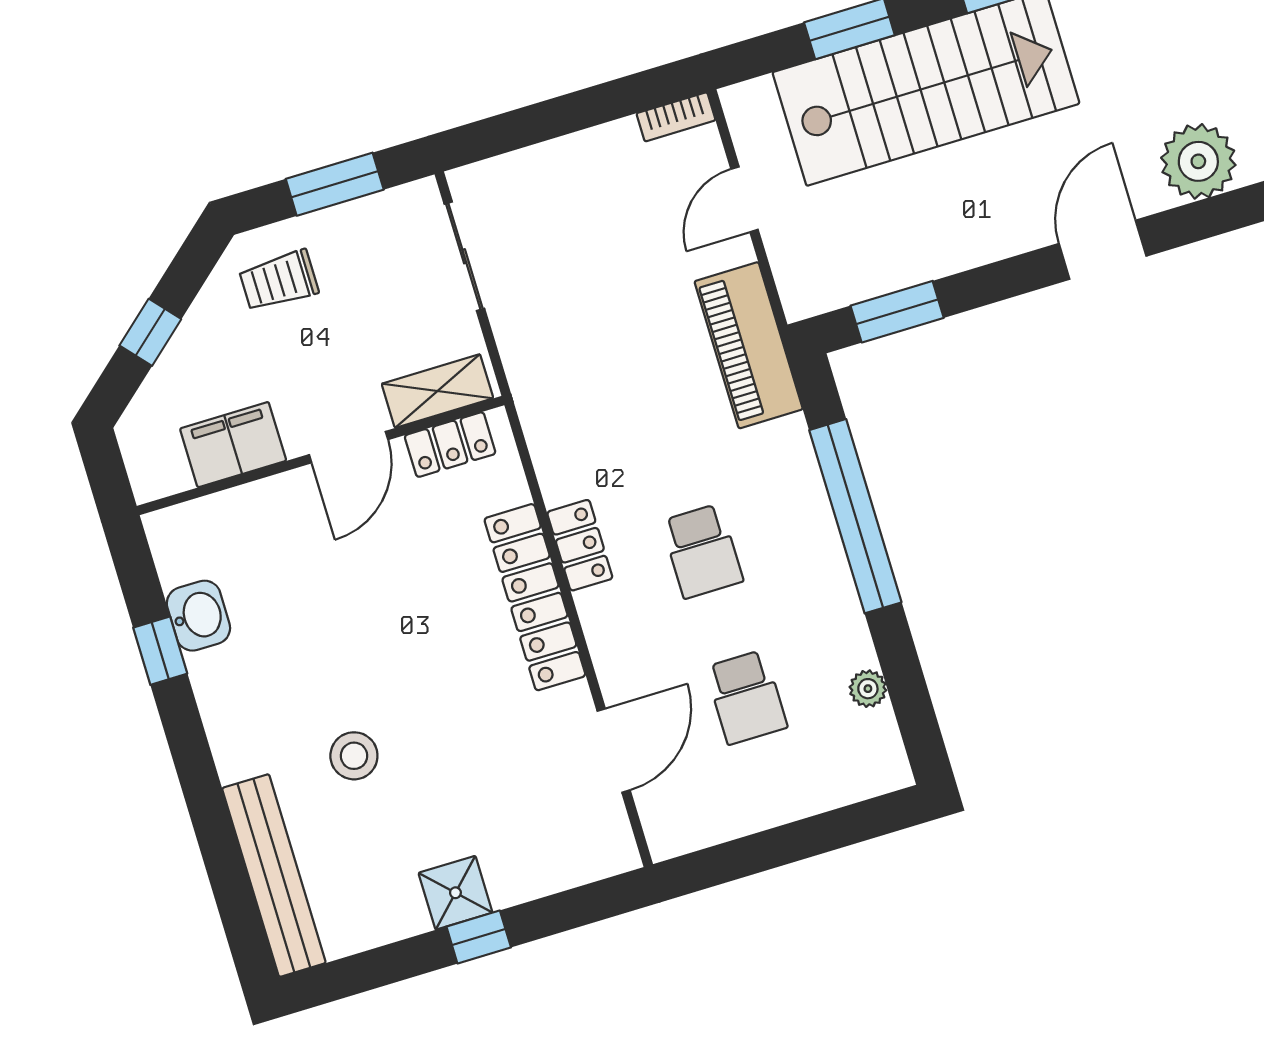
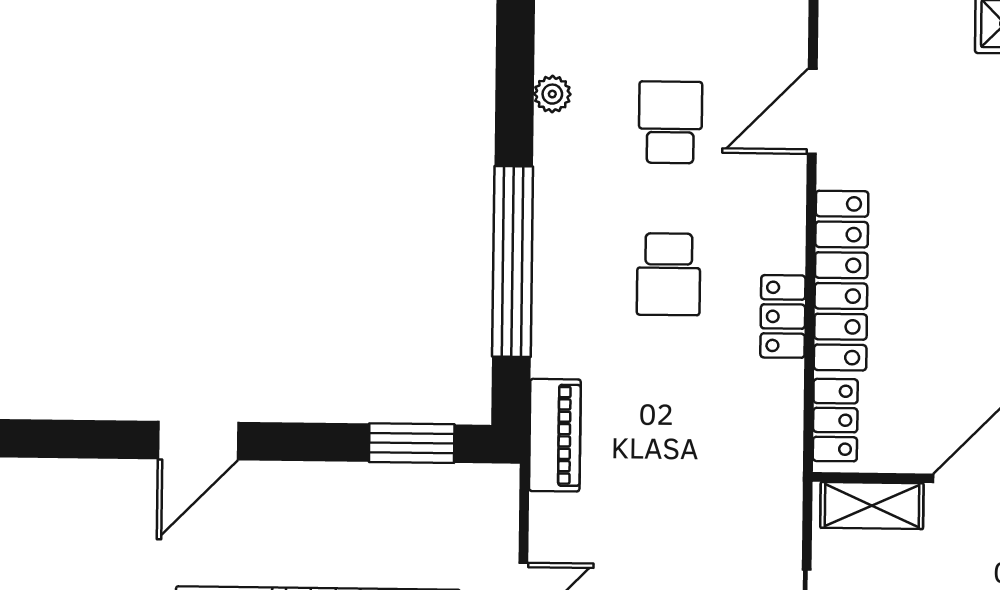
plant: (1198, 161) -> (81, 496), removed
piano: (749, 345) -> (555, 435), width x0.73, depth x0.75
locker: (450, 445) -> (835, 420), moved, turned 90
school desk: (702, 551) -> (669, 274), turned 180

